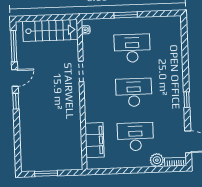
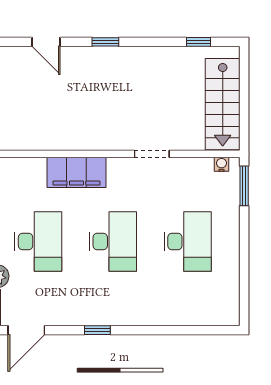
window: (126, 15) -> (244, 186), moved
window: (14, 46) -> (198, 42), width x0.46
door: (15, 78) -> (46, 42), moved
filing cabinet: (95, 140) -> (76, 172), moved

